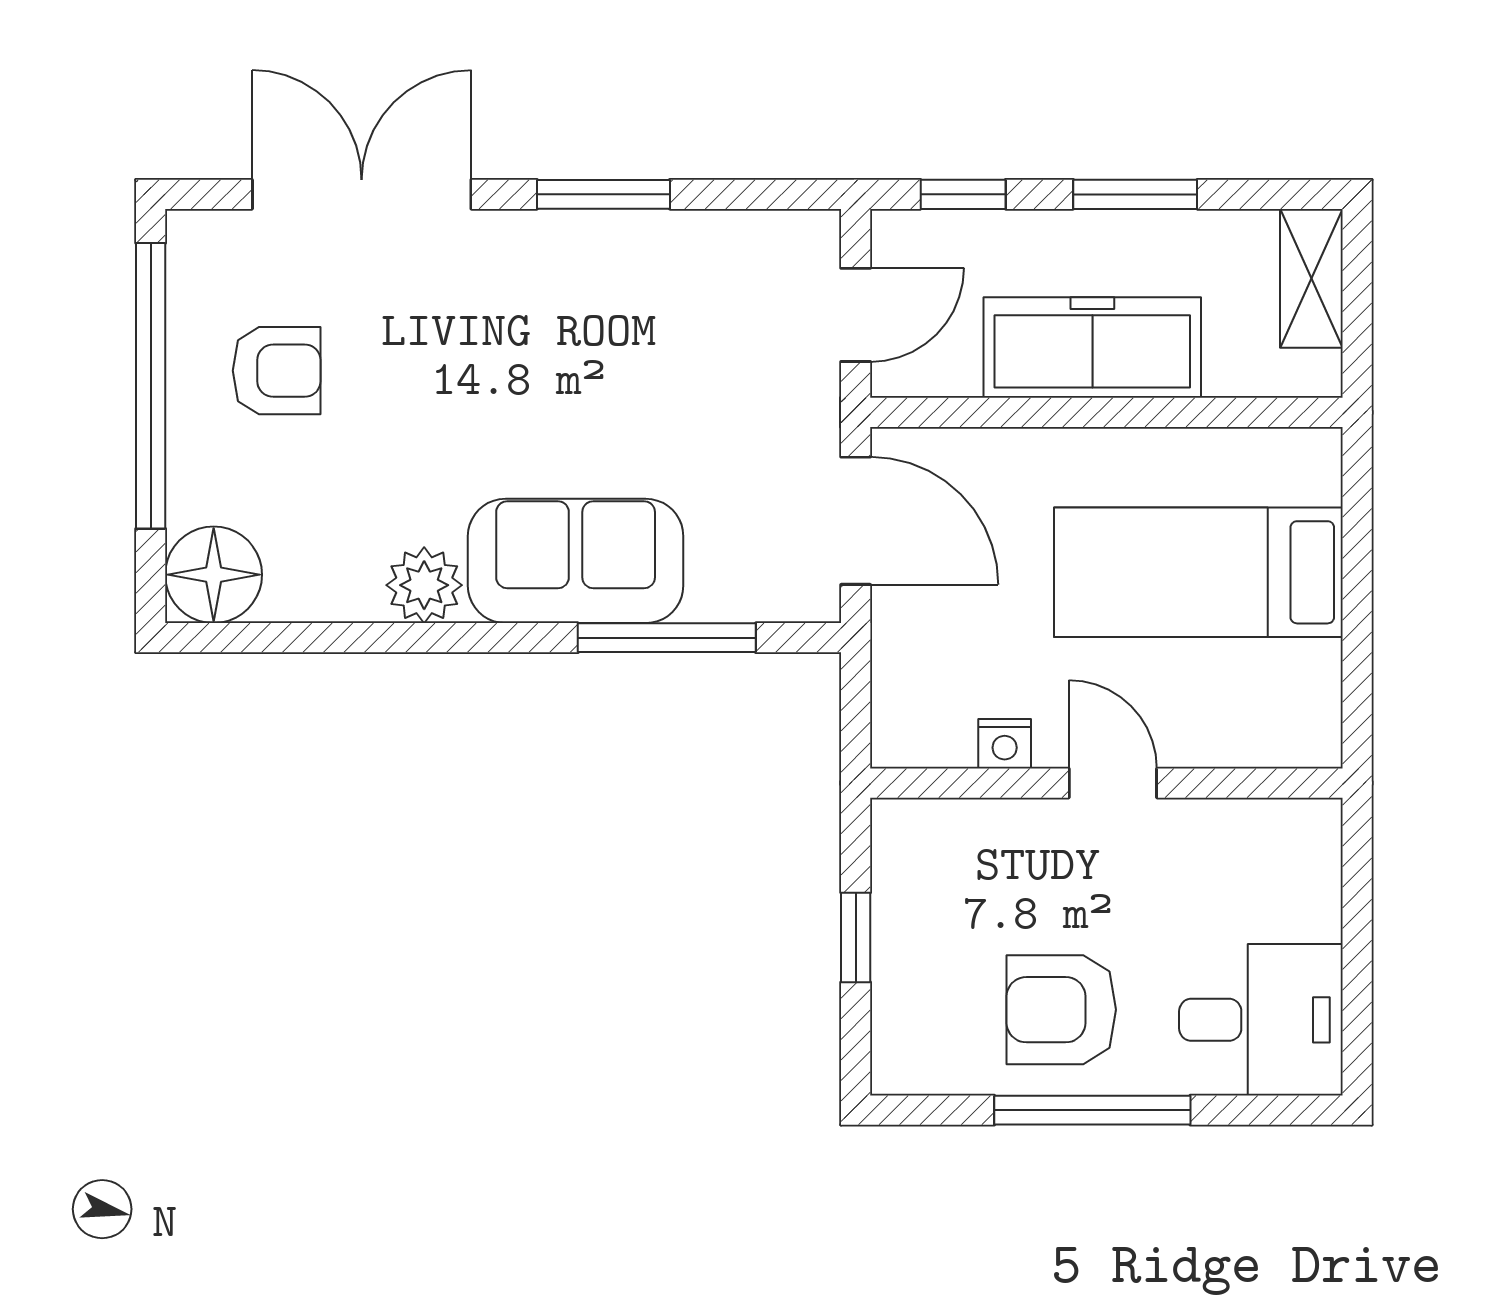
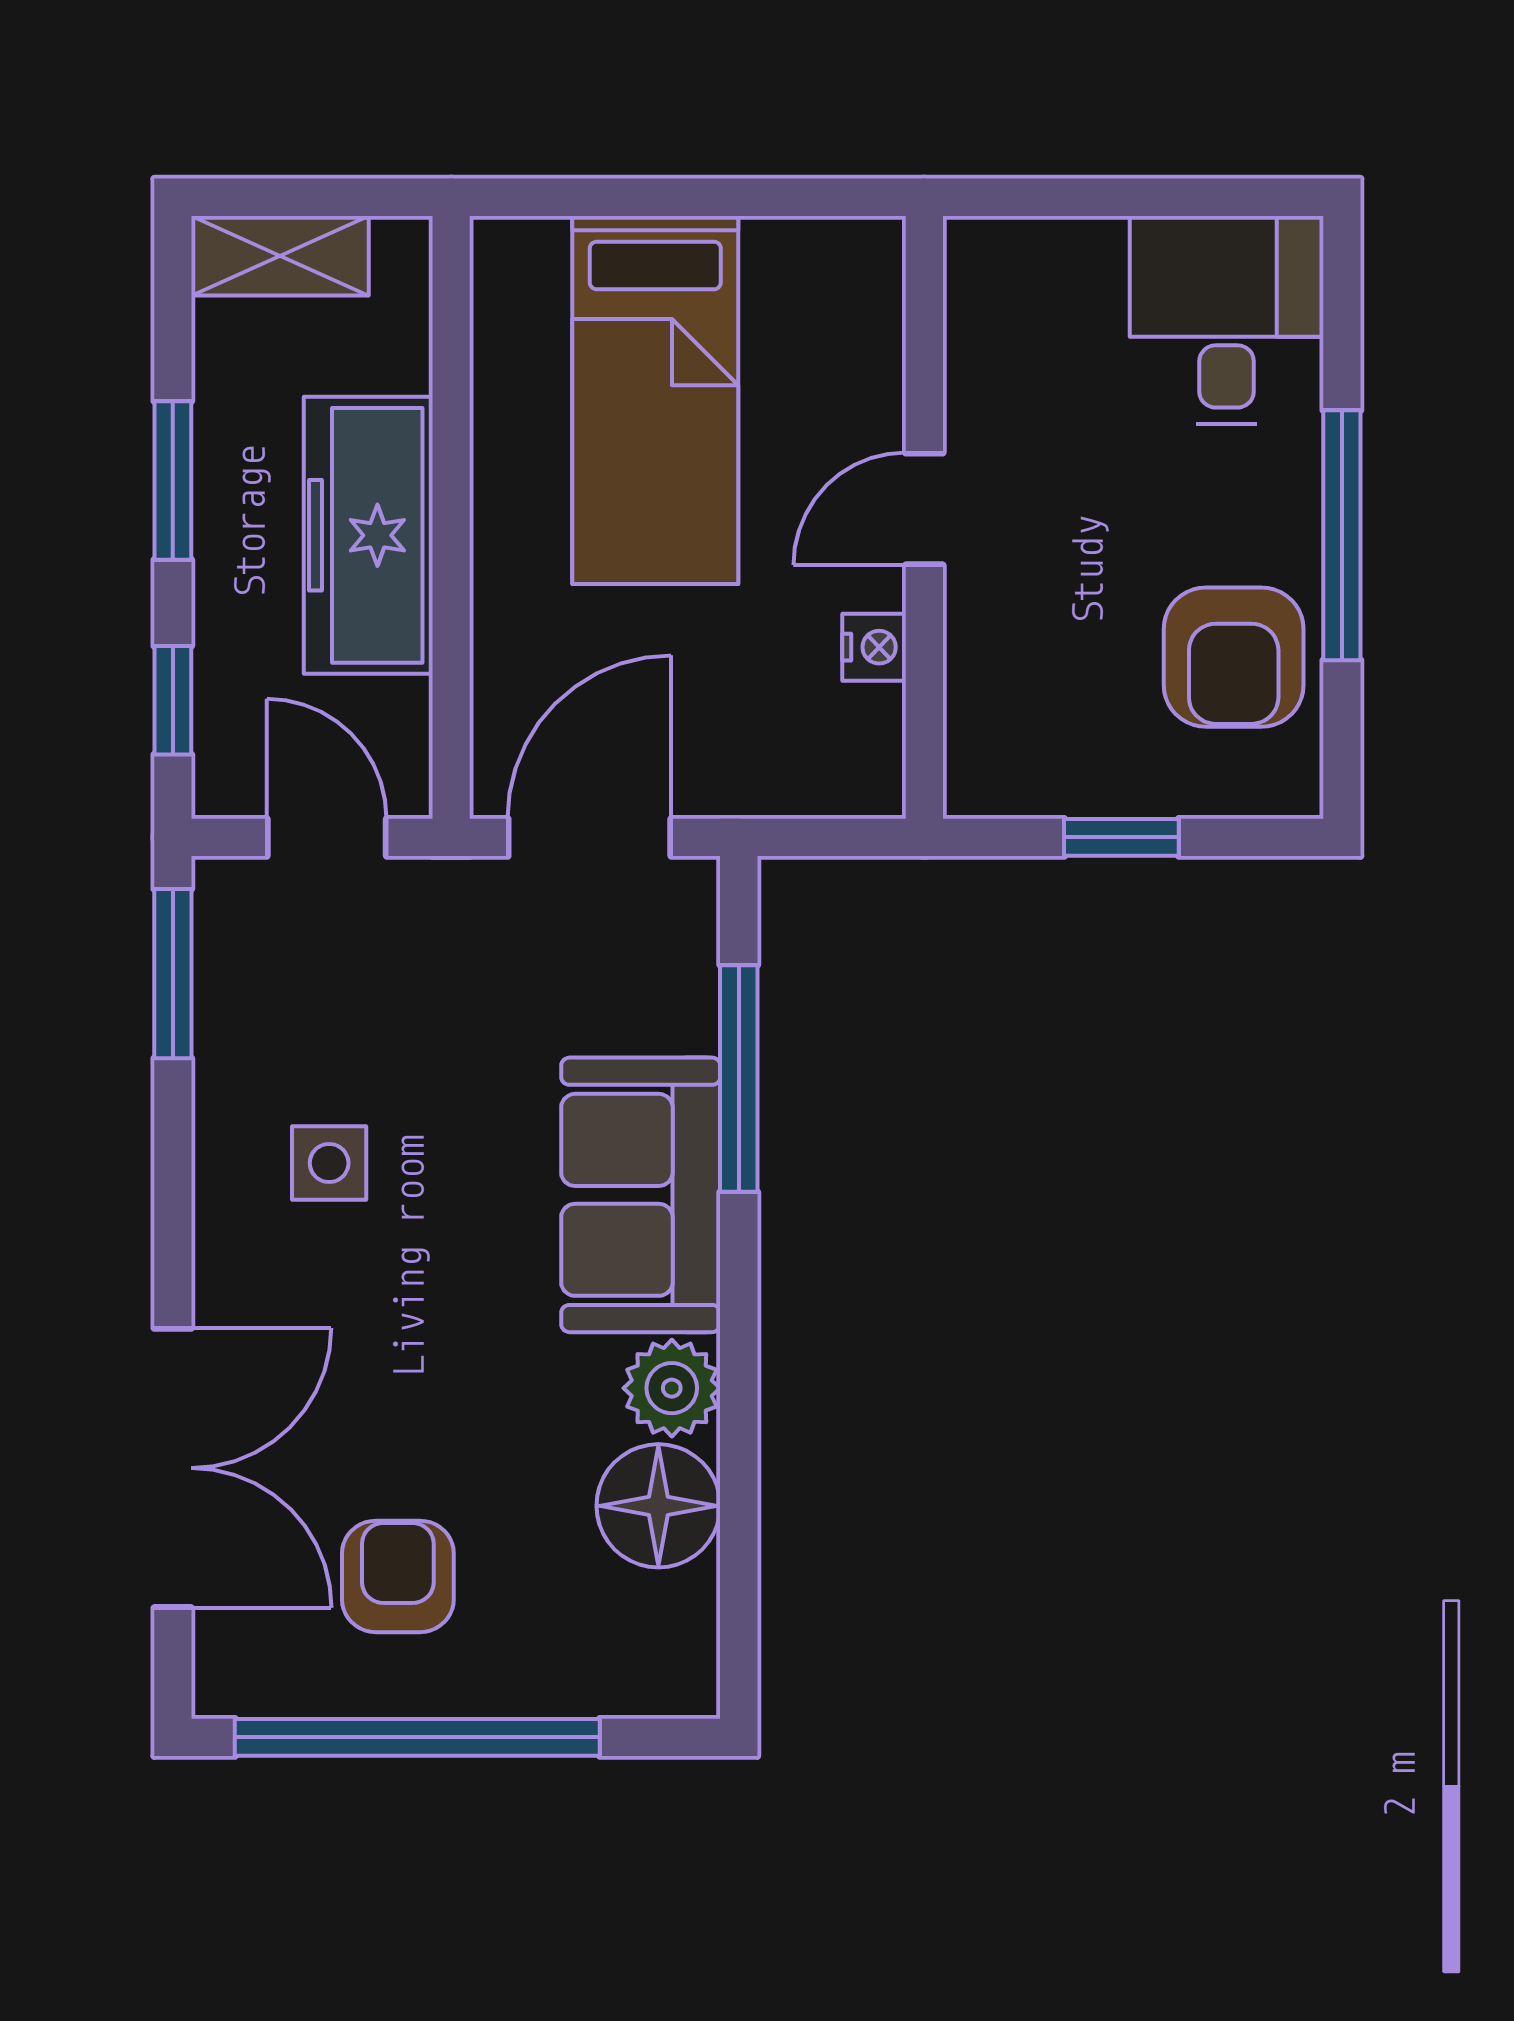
double door: (362, 194) -> (173, 1468), swing flipped
window: (603, 194) -> (173, 974), moved
side table: (601, 317) -> (329, 1163), added
floor lamp: (214, 575) -> (658, 1506), moved
armchair: (1061, 1010) -> (1234, 657), moved

